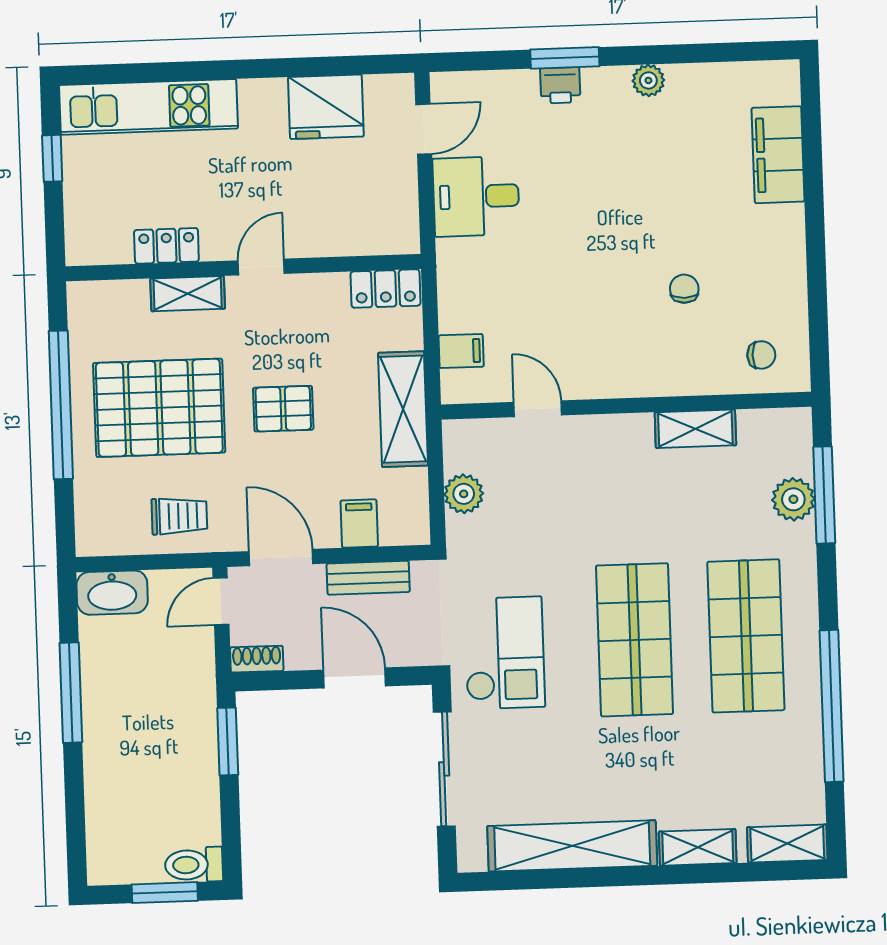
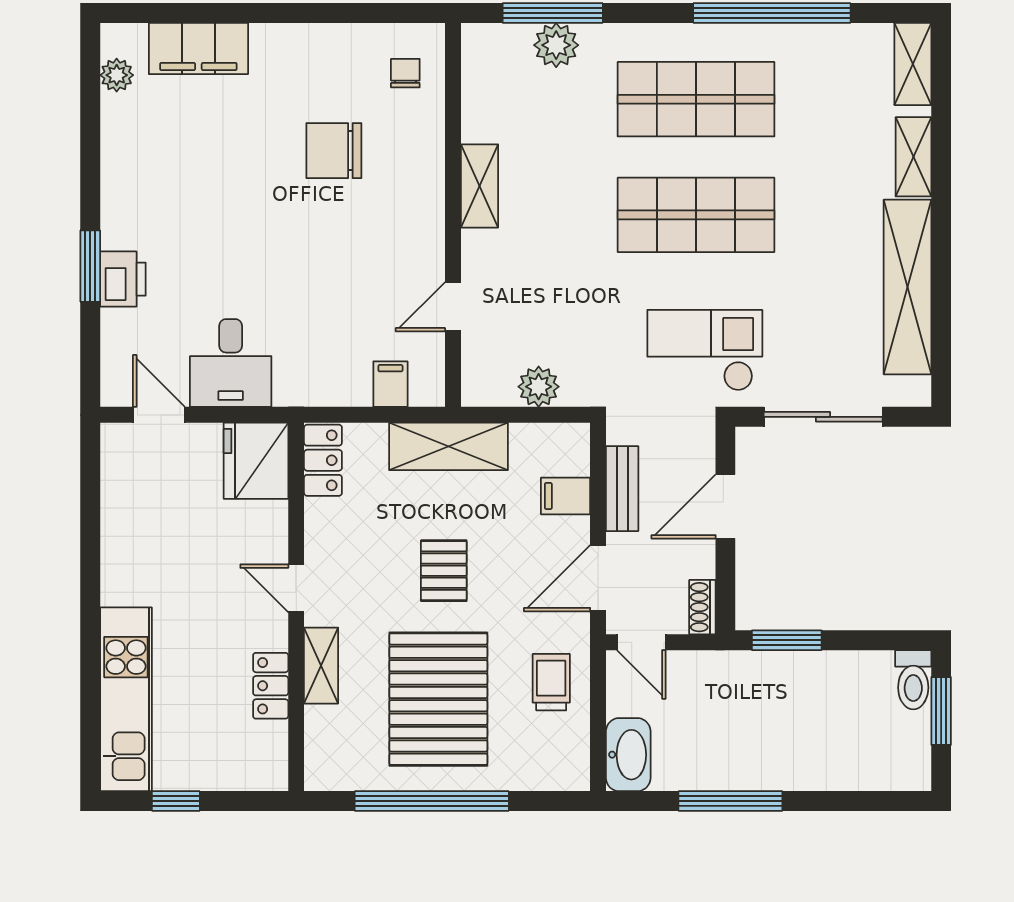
plant: (648, 80) -> (117, 75), moved
printer: (560, 85) -> (123, 279), width x1.36, depth x1.24
fridge: (326, 107) -> (256, 461), moved, turned 180
chair: (684, 289) -> (334, 151), width x1.87, depth x1.87
shelving: (695, 429) -> (480, 186), moved

